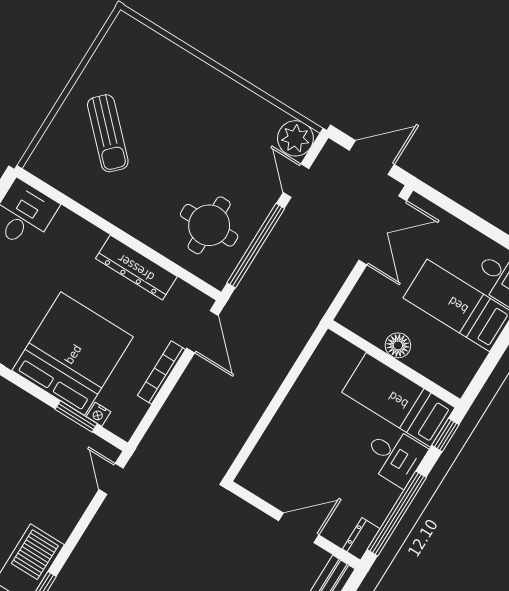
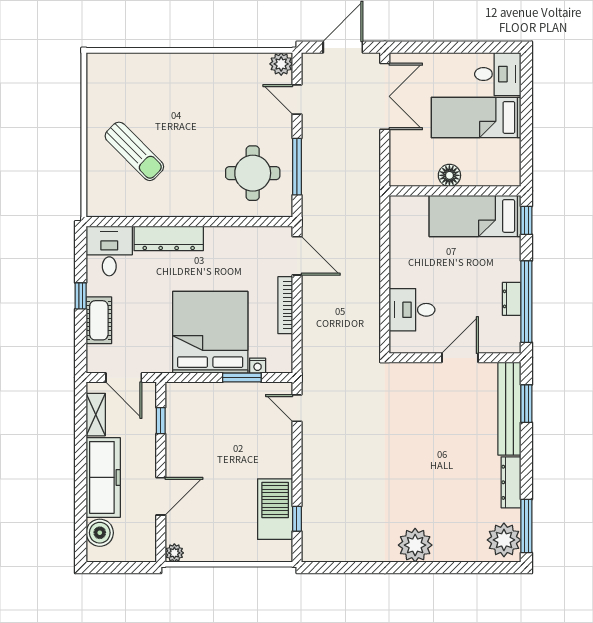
plant: (295, 138) -> (281, 64), width x0.73, depth x0.73
window: (256, 246) -> (297, 167), width x0.68
dresser: (136, 268) -> (169, 238), moved
desk: (395, 456) -> (412, 310), moved, turned 180
dresser: (361, 539) -> (512, 299), moved

